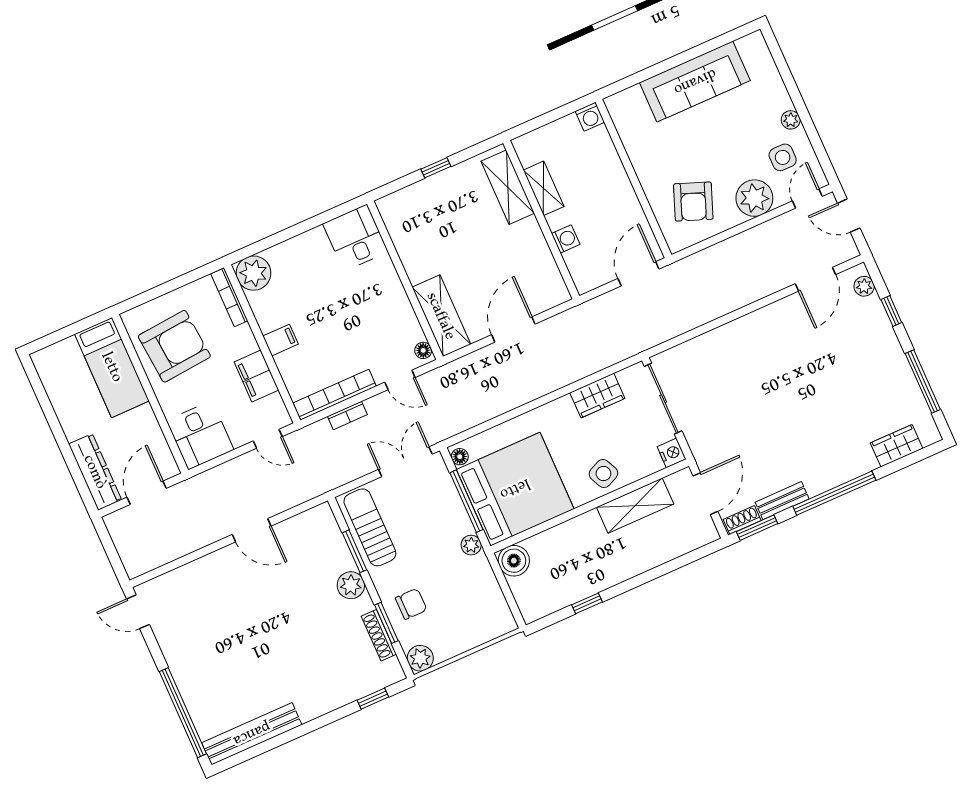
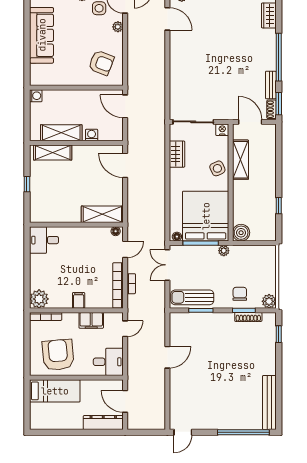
shelving: (544, 188) -> (61, 133), width x1.50, depth x1.33
plant: (754, 198) -> (118, 27), width x0.53, depth x0.53
door: (513, 329) -> (125, 165), moved
plant: (351, 585) -> (217, 320), removed

